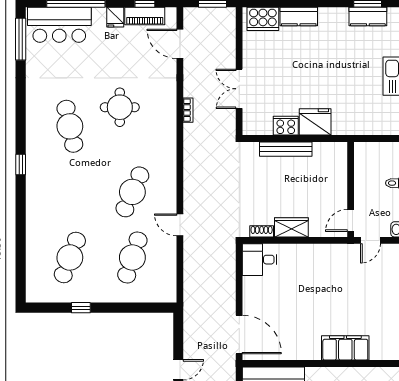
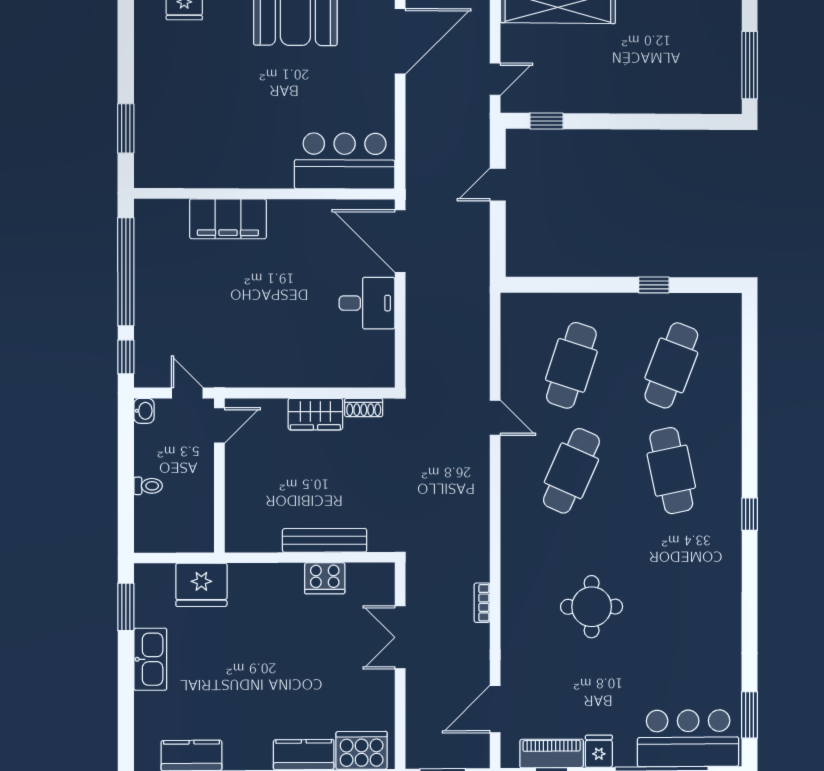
window: (21, 39) -> (750, 715), width x0.69
door: (180, 44) -> (495, 709), swing flipped
double door: (239, 89) -> (400, 637), swing flipped
fridge: (315, 122) -> (201, 585), moved
cafe table: (70, 126) -> (671, 471), moved
door: (370, 240) -> (187, 393), hinge flipped
desk: (260, 260) -> (367, 303), moved

